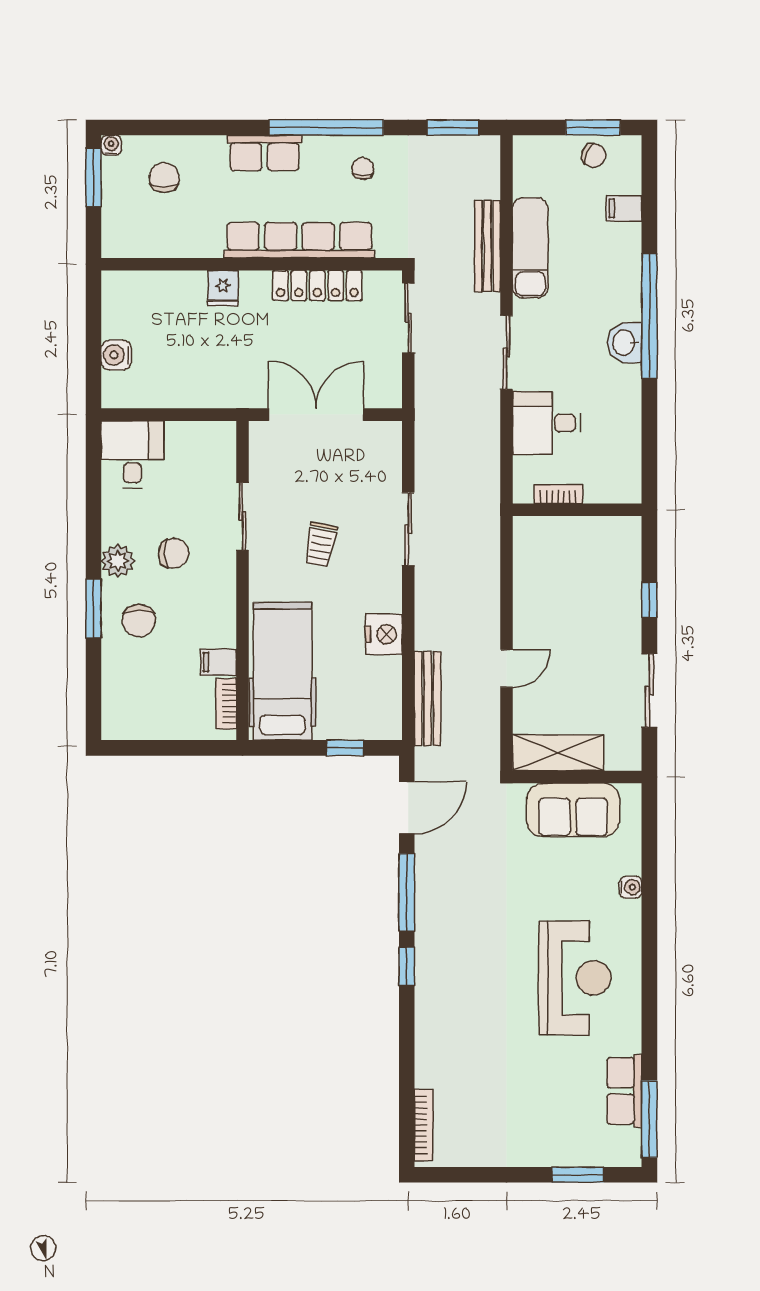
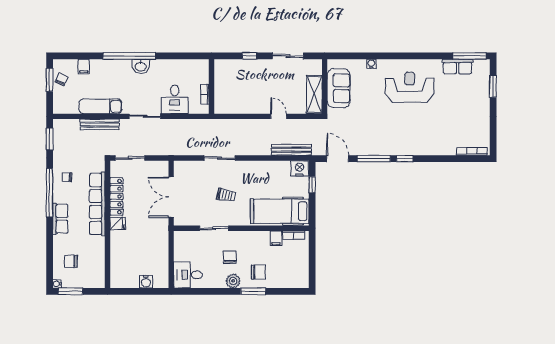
fridge: (223, 288) -> (118, 223), moved
nightstand: (384, 634) -> (299, 168), moved

